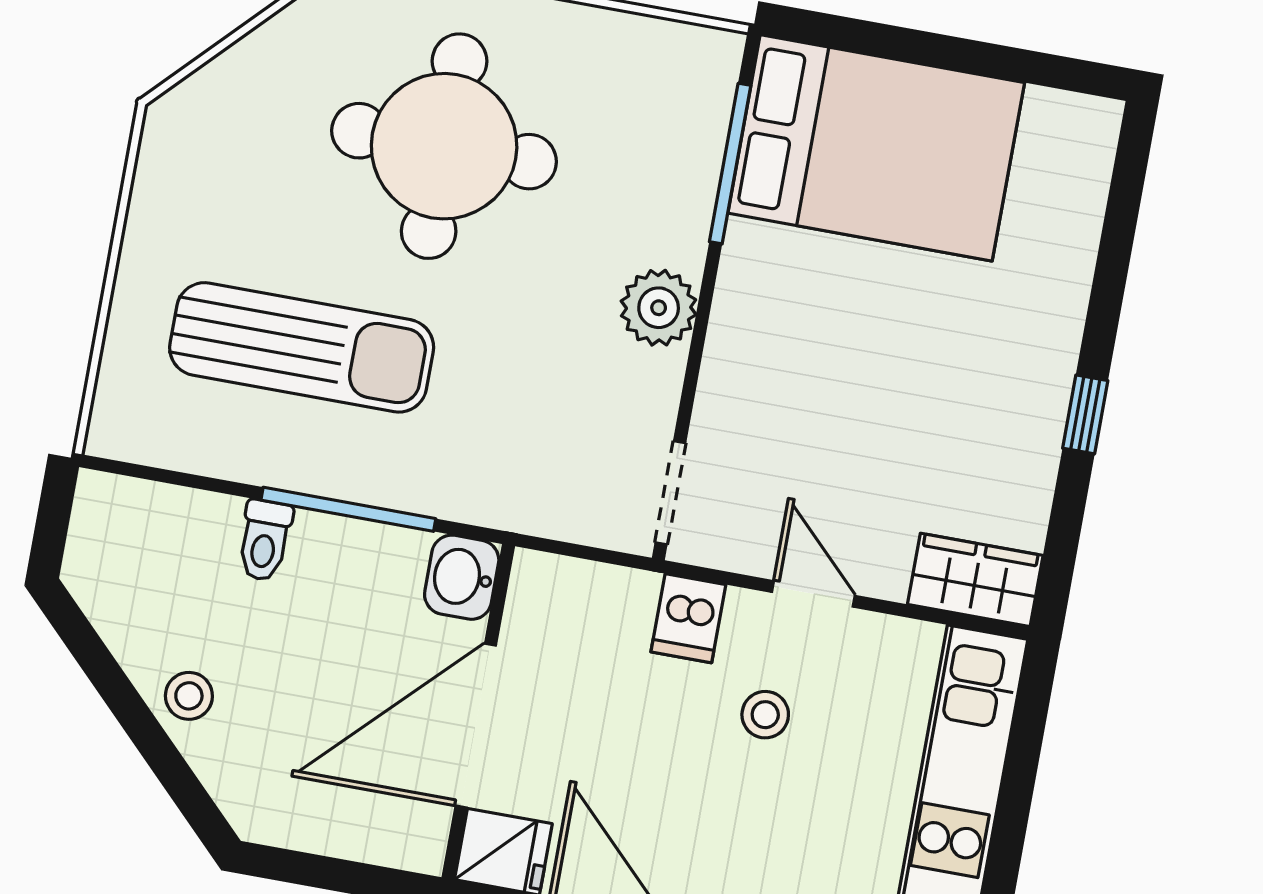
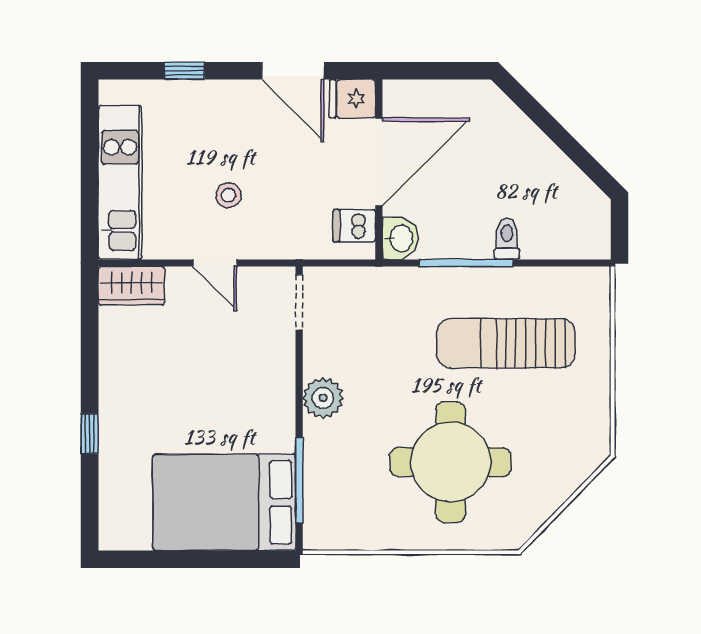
window: (1085, 414) -> (90, 434), moved
dishwasher: (688, 618) -> (354, 226), moved, turned -90
stool: (189, 696) -> (532, 150), removed

